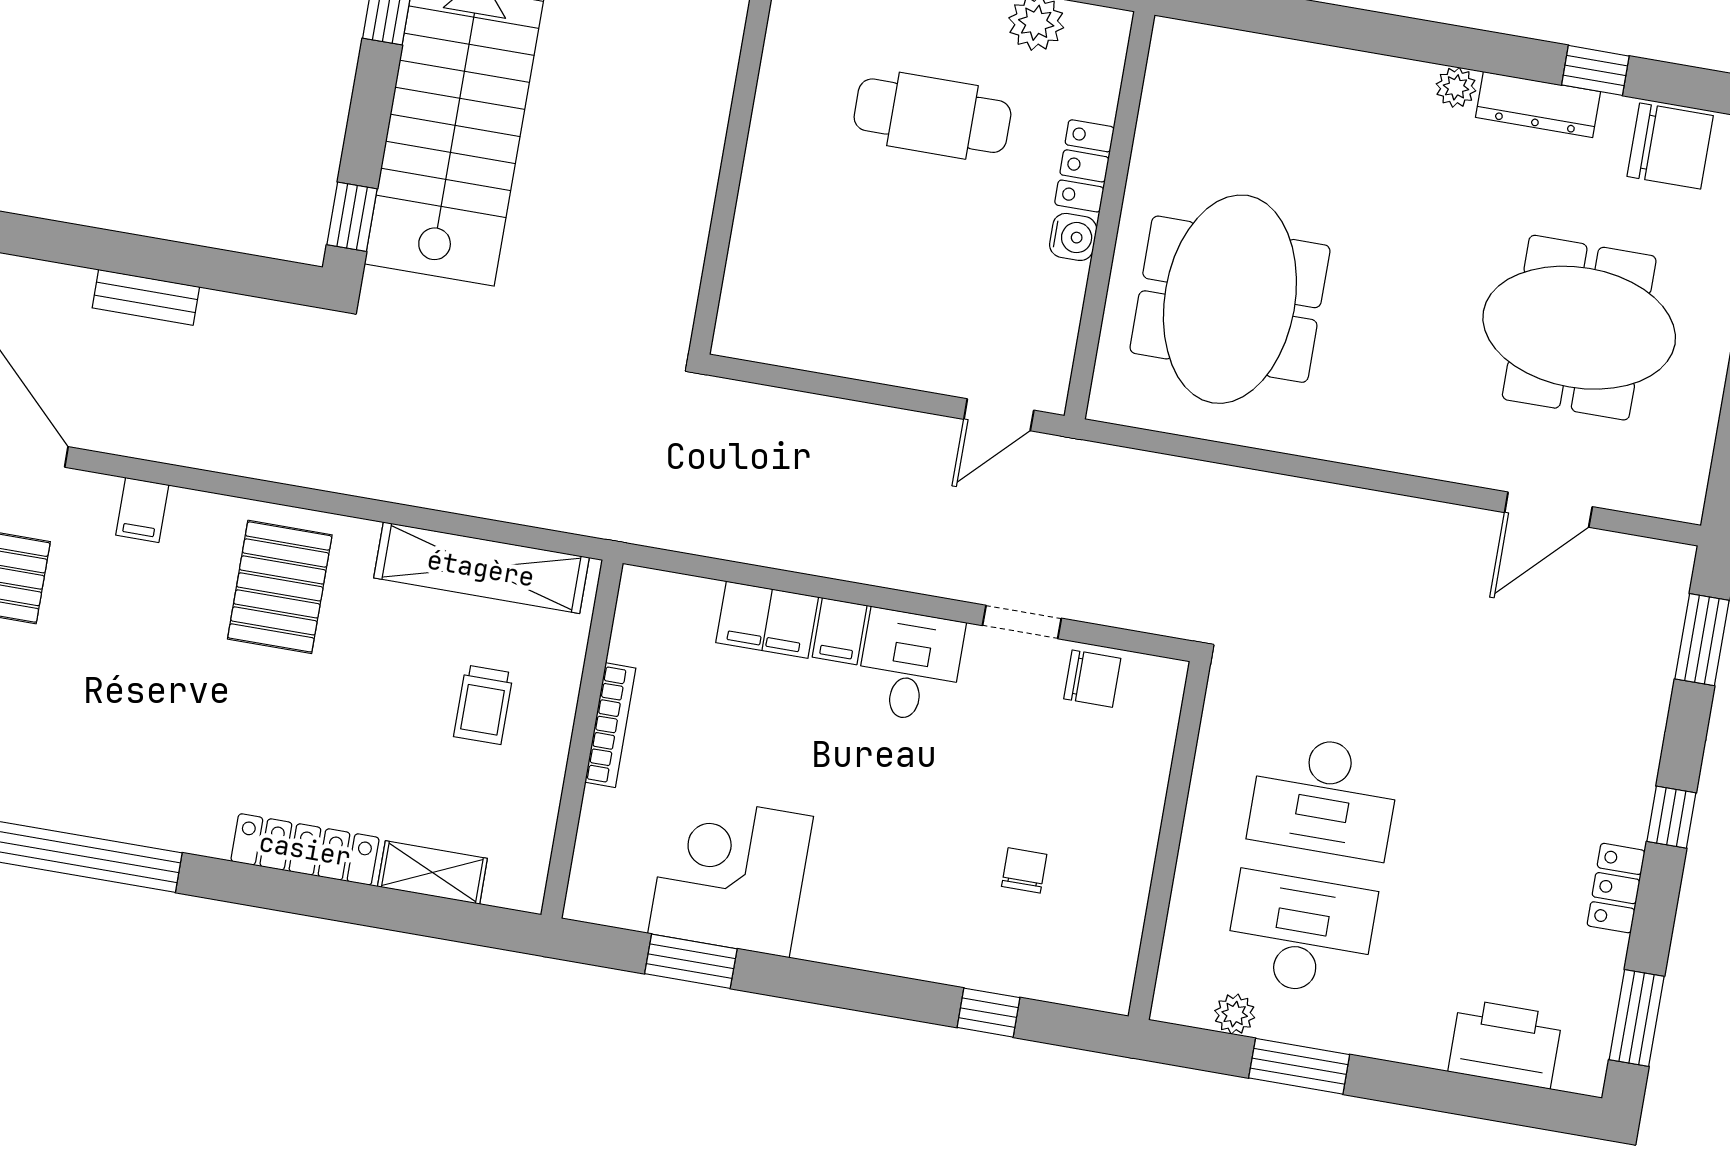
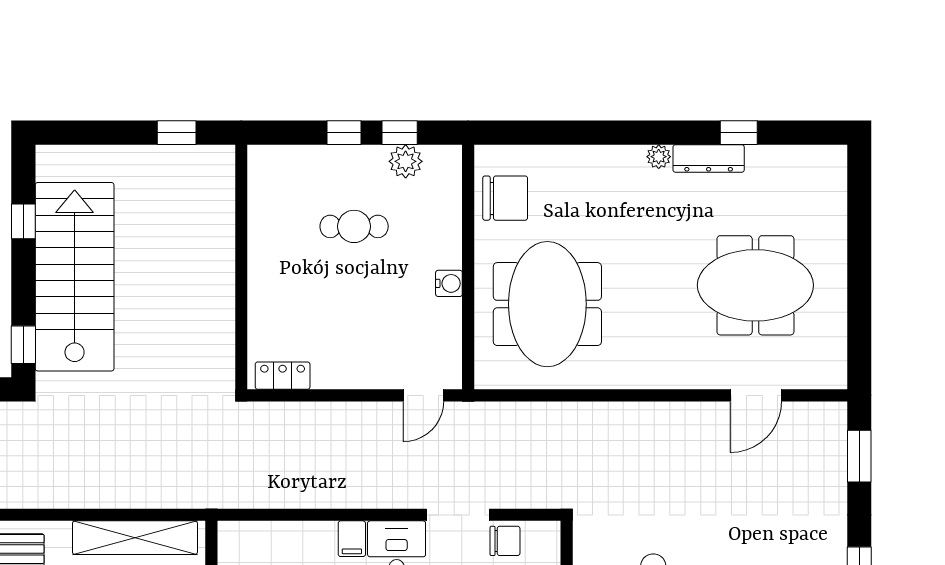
cafe table: (932, 116) -> (354, 226), width x0.73, depth x0.74
chair: (1670, 146) -> (505, 198), moved
locker: (1084, 166) -> (283, 376), moved, turned 90
filing cabinet: (767, 620) -> (308, 539), removed
doorway: (1022, 622) -> (458, 515), width x1.38

